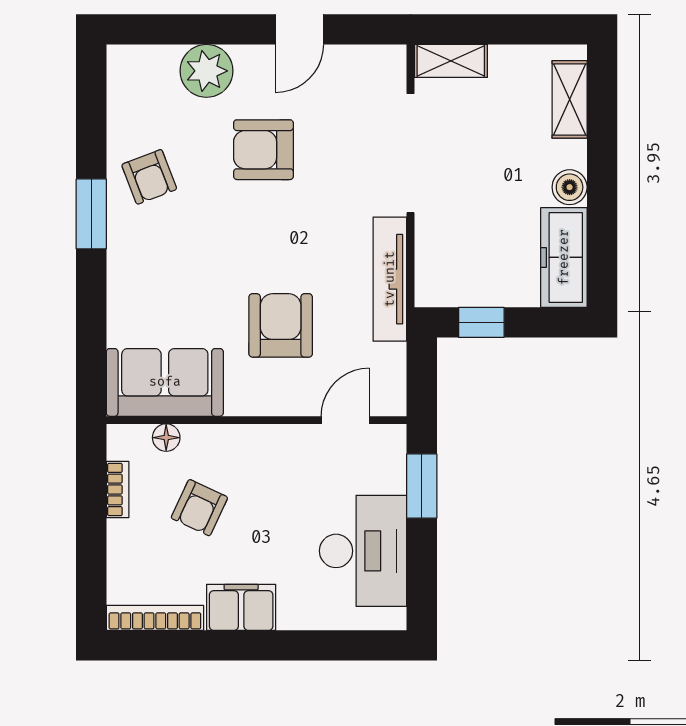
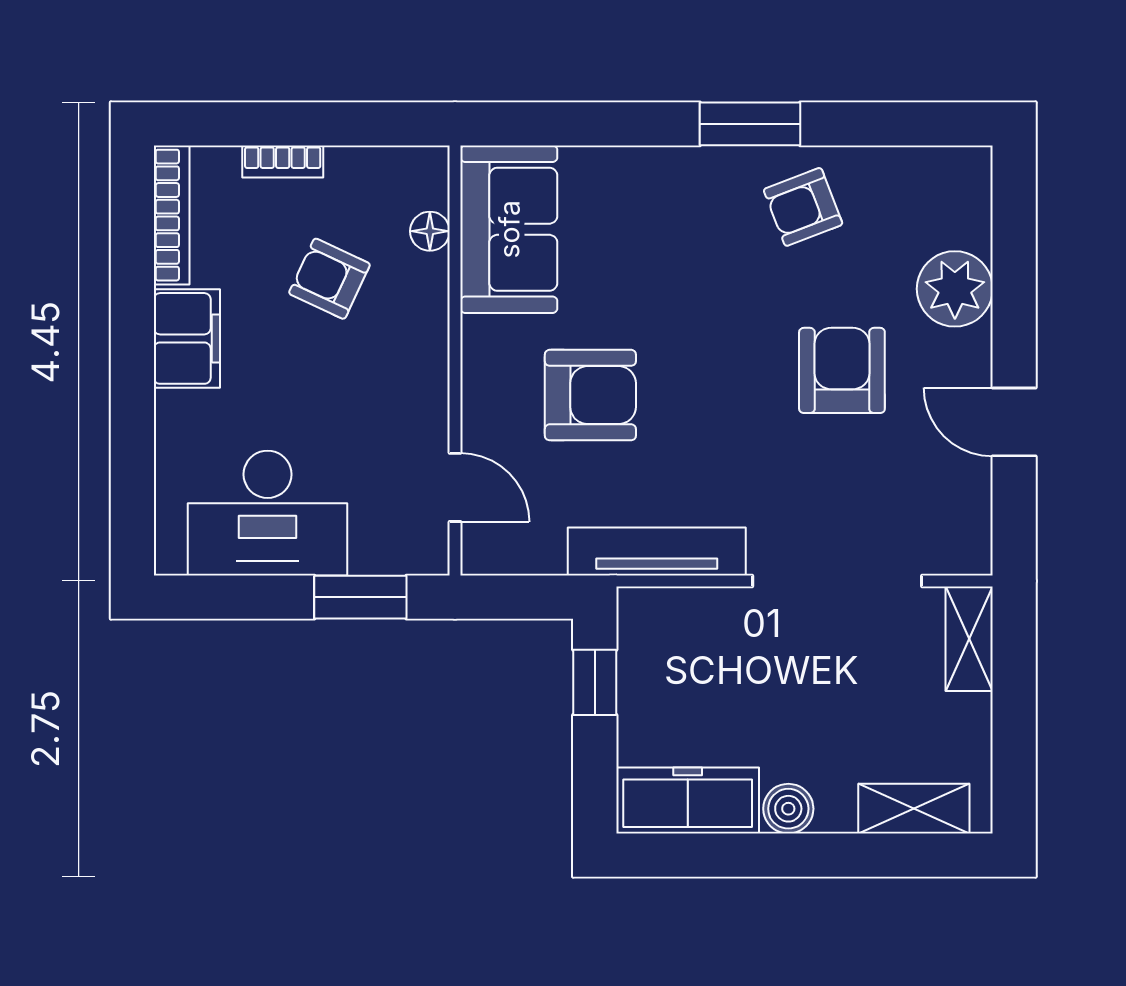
bookcase: (118, 490) -> (283, 162), moved

